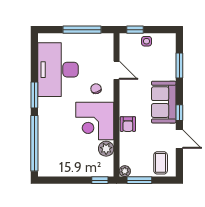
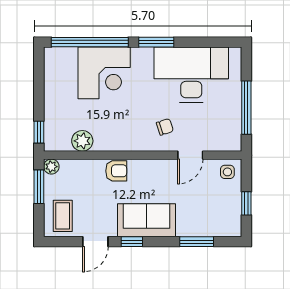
window: (135, 30) -> (246, 203), moved
side table: (147, 41) -> (227, 172), moved
corner desk: (95, 121) -> (104, 73), moved, turned 180
armchair: (128, 124) -> (116, 171), turned 180
coffee table: (161, 163) -> (63, 216), turned 90

